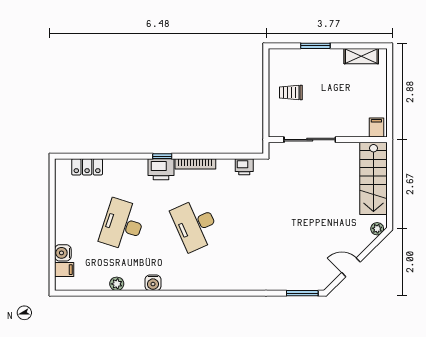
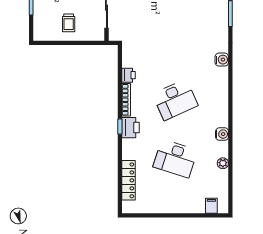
locker: (87, 167) -> (129, 180), width x1.53
printer: (244, 167) -> (129, 75), moved
water cooler: (63, 253) -> (222, 60), moved, turned -90

